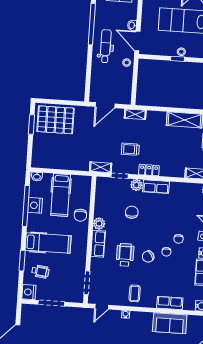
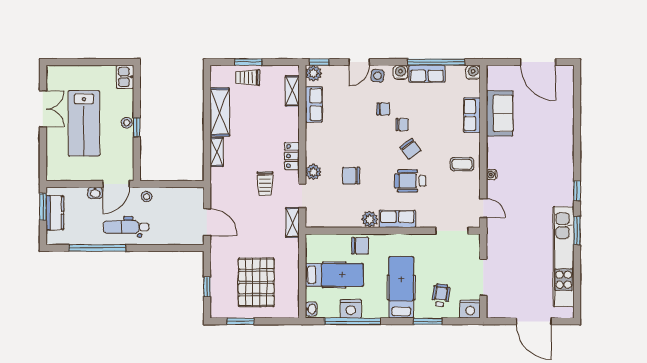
window: (58, 102) -> (207, 287), added
shelving: (135, 114) -> (217, 152), moved
pallet: (55, 120) -> (256, 282), moved
row of seats: (156, 187) -> (314, 104), moved

